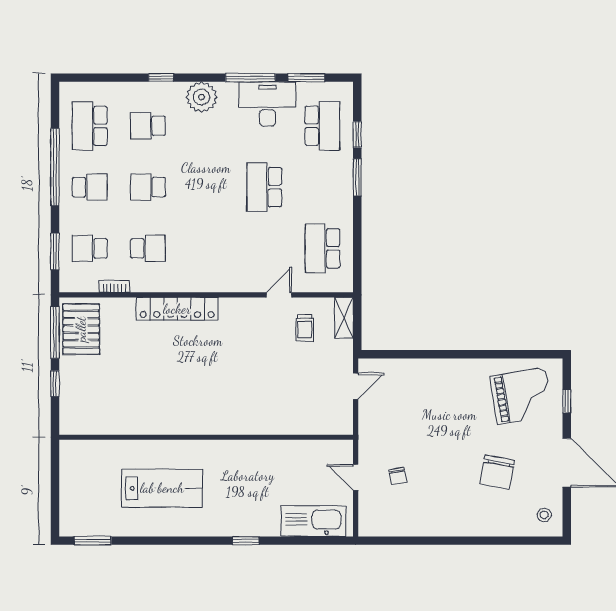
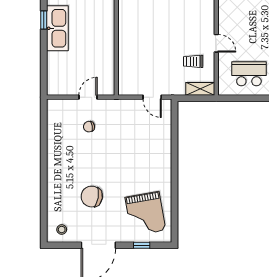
kitchen sink: (314, 521) -> (57, 28), moved

